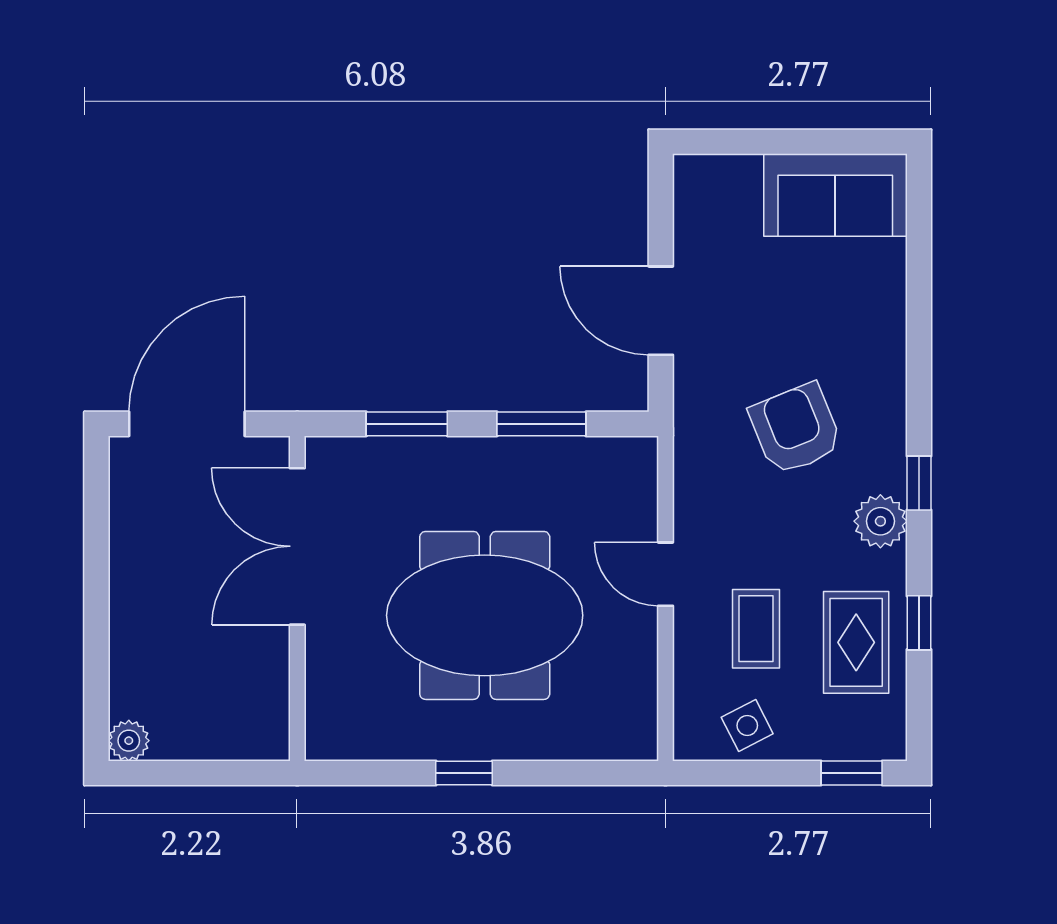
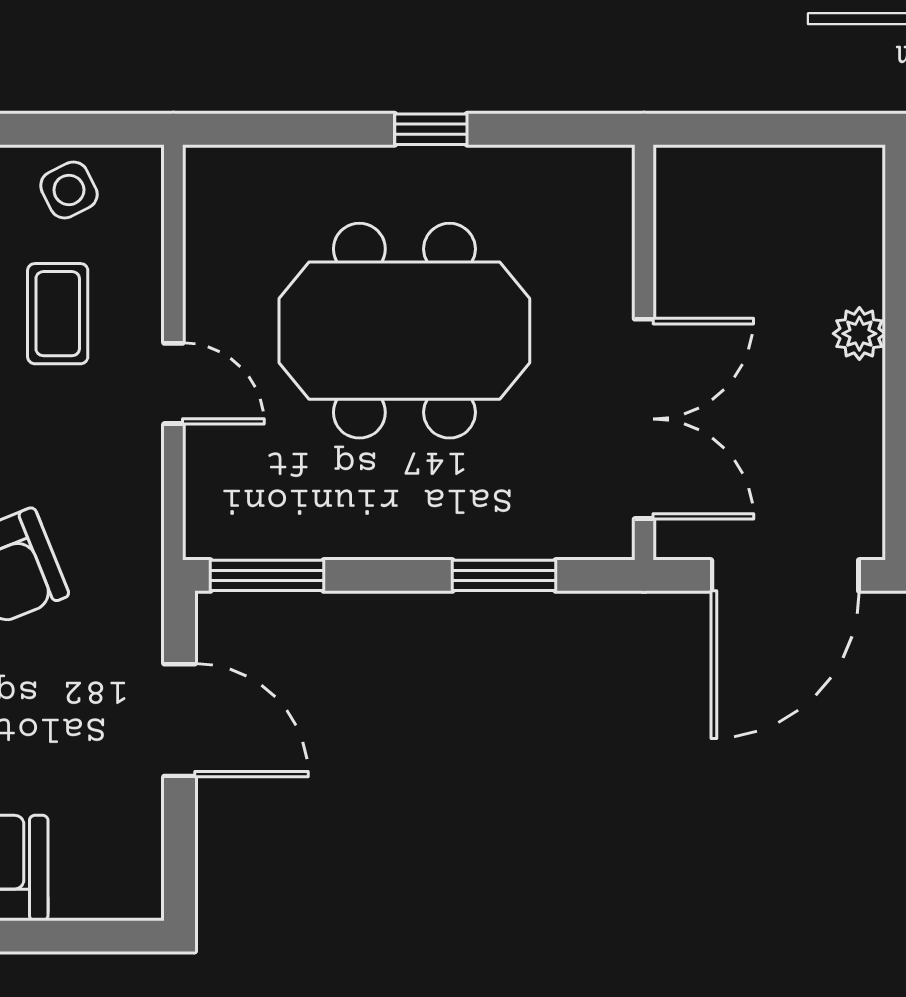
window: (541, 424) -> (267, 575), moved
plant: (129, 741) -> (859, 334), moved

